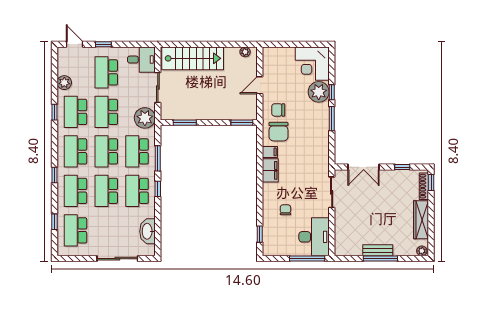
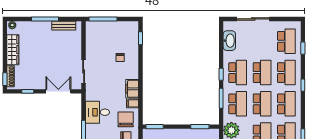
desk: (314, 237) -> (98, 112), moved, width x0.73
bench: (378, 250) -> (64, 26), moved

